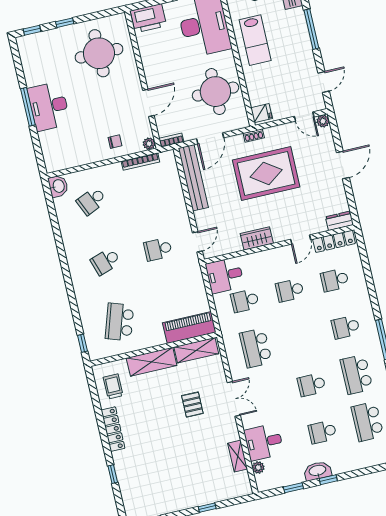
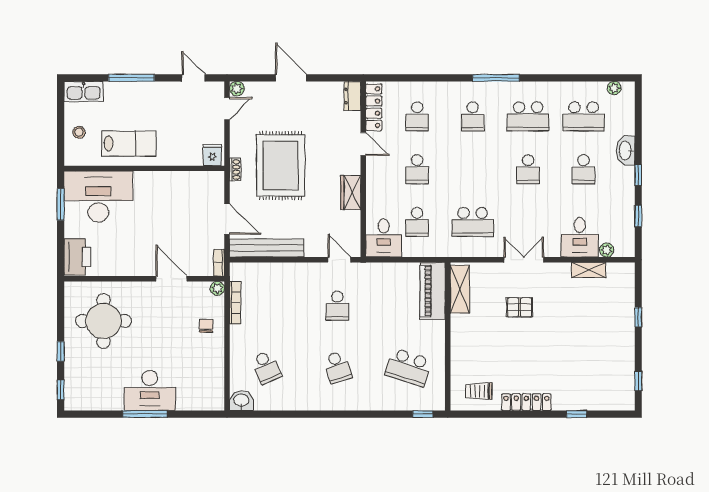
round table: (215, 92) -> (176, 201), removed
shelving: (152, 362) -> (461, 342), removed
washbasin: (318, 471) -> (626, 151), moved

